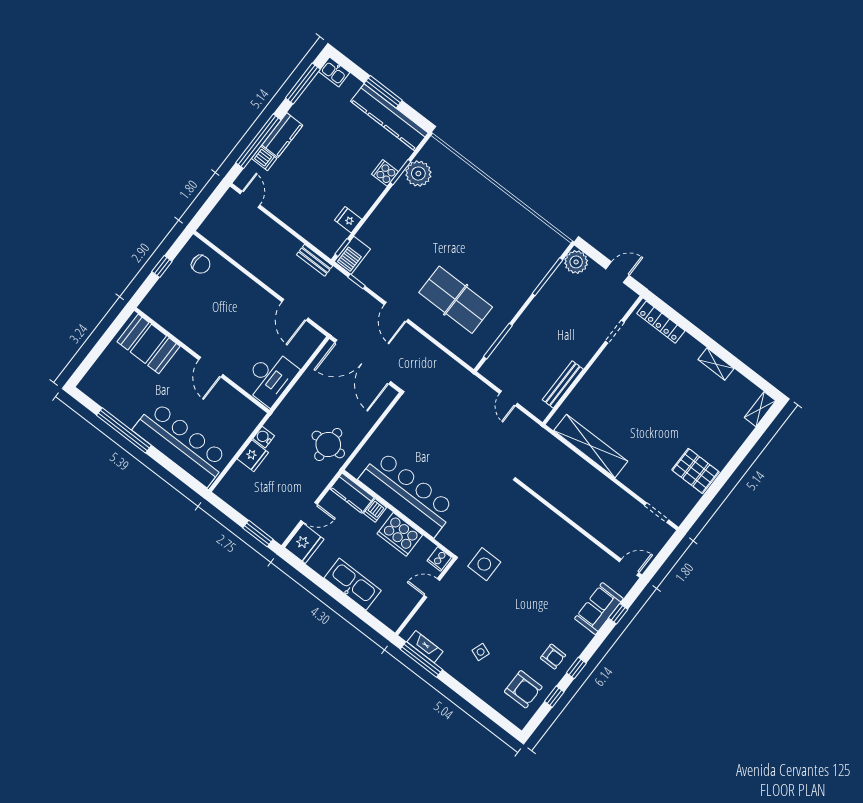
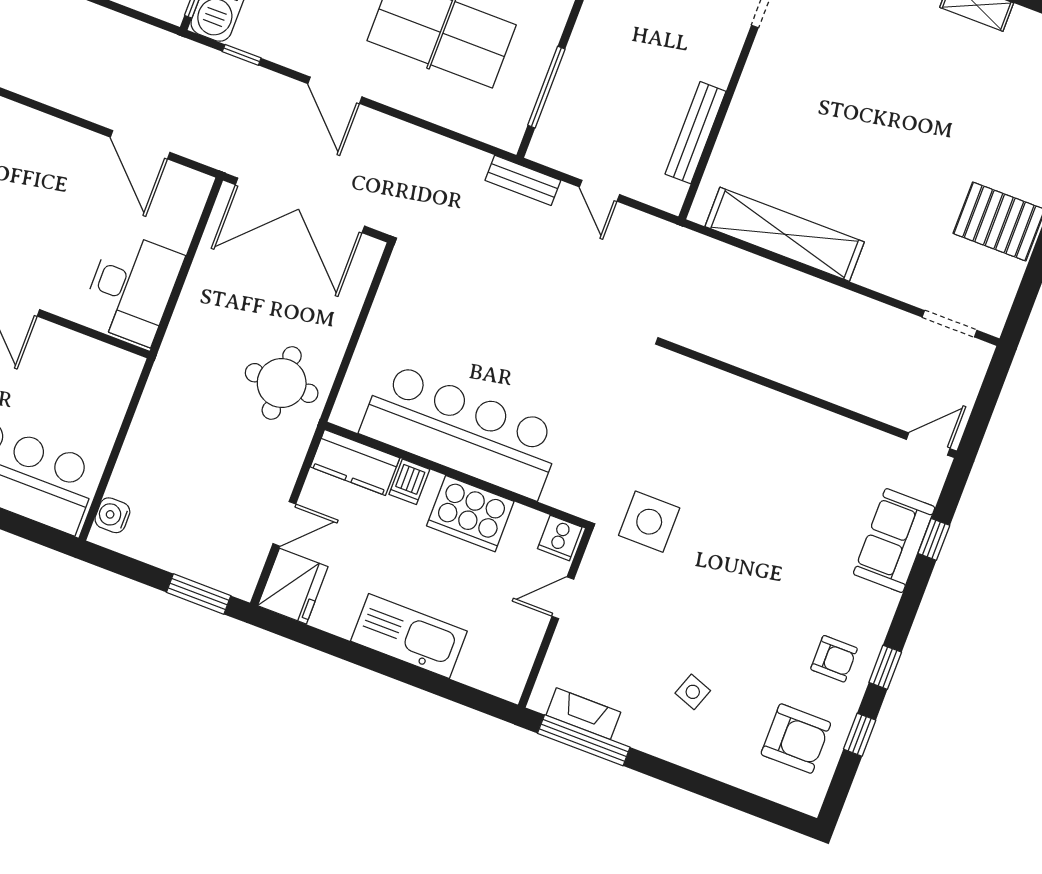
bench: (315, 260) -> (523, 180), moved
water cooler: (264, 437) -> (112, 515), moved
fridge: (253, 456) -> (144, 448), removed

